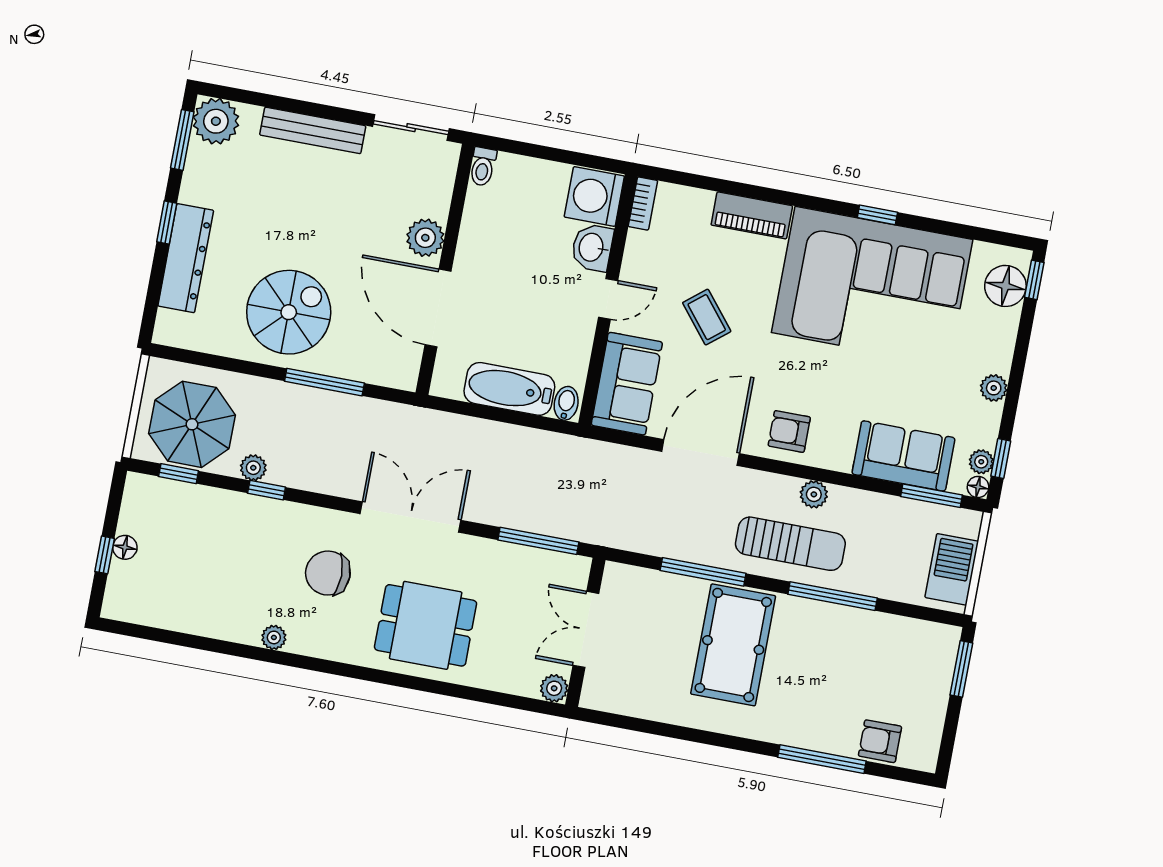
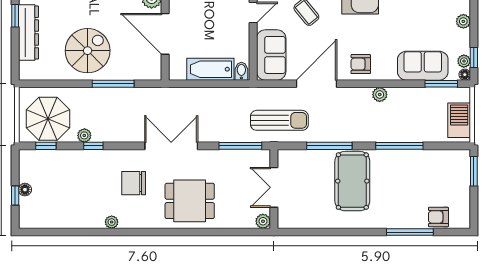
sun lounger: (790, 544) -> (279, 120), moved

